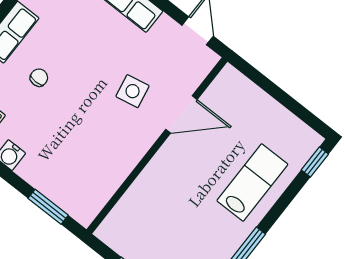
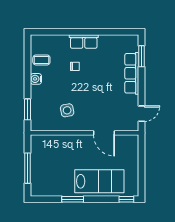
side table: (133, 91) -> (67, 110), moved
lab bench: (252, 182) -> (99, 181), width x1.36, depth x1.39

